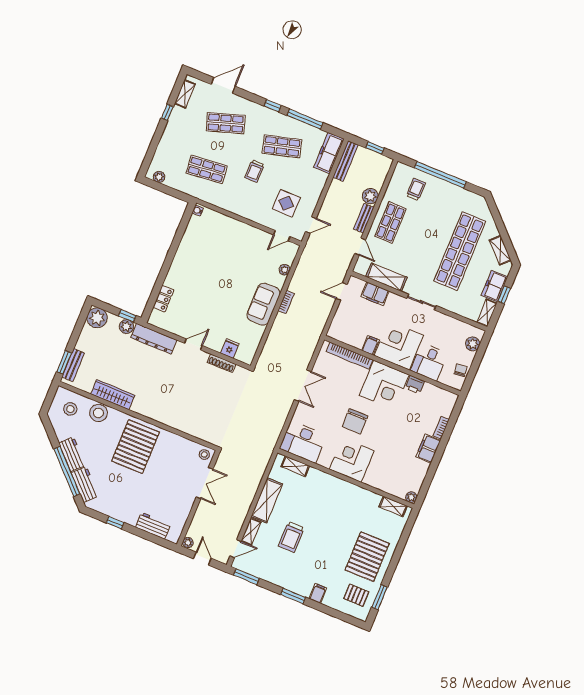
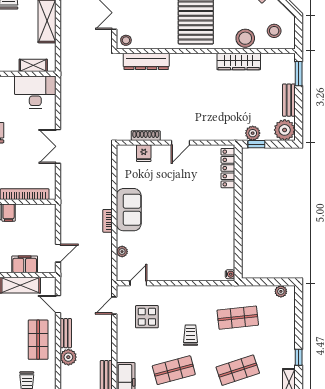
locker: (163, 299) -> (228, 168), width x1.53
dresser: (154, 339) -> (146, 61), moved, turned 180
bench: (73, 365) -> (289, 100), moved

